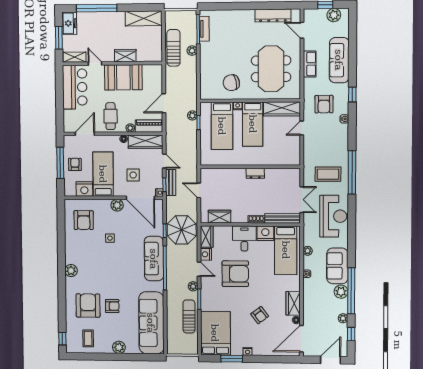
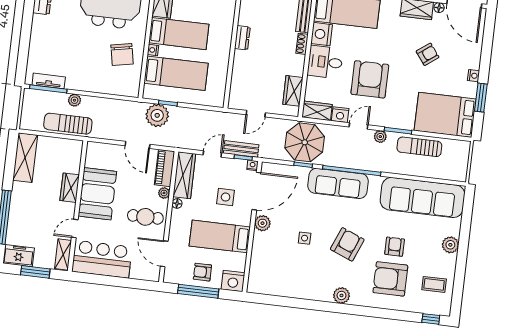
plant: (192, 115) -> (157, 115), width x1.88, depth x1.88
nightstand: (84, 189) -> (233, 281), moved, turned 90
armchair: (84, 220) -> (347, 244), moved, turned -68

